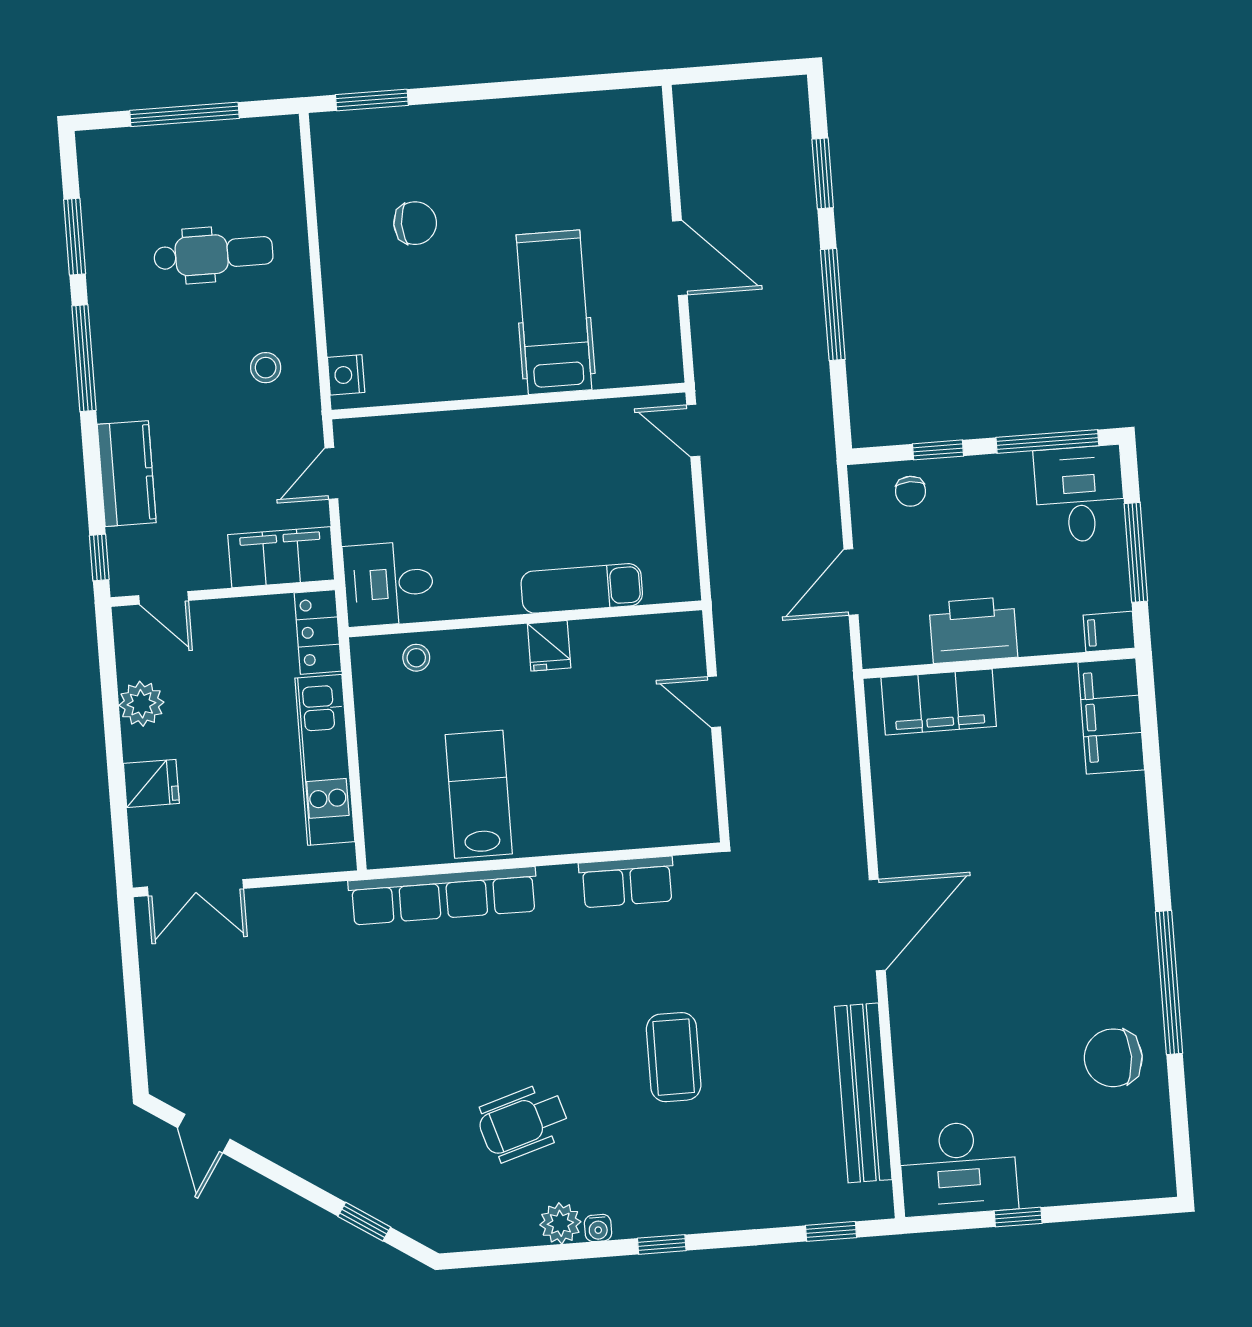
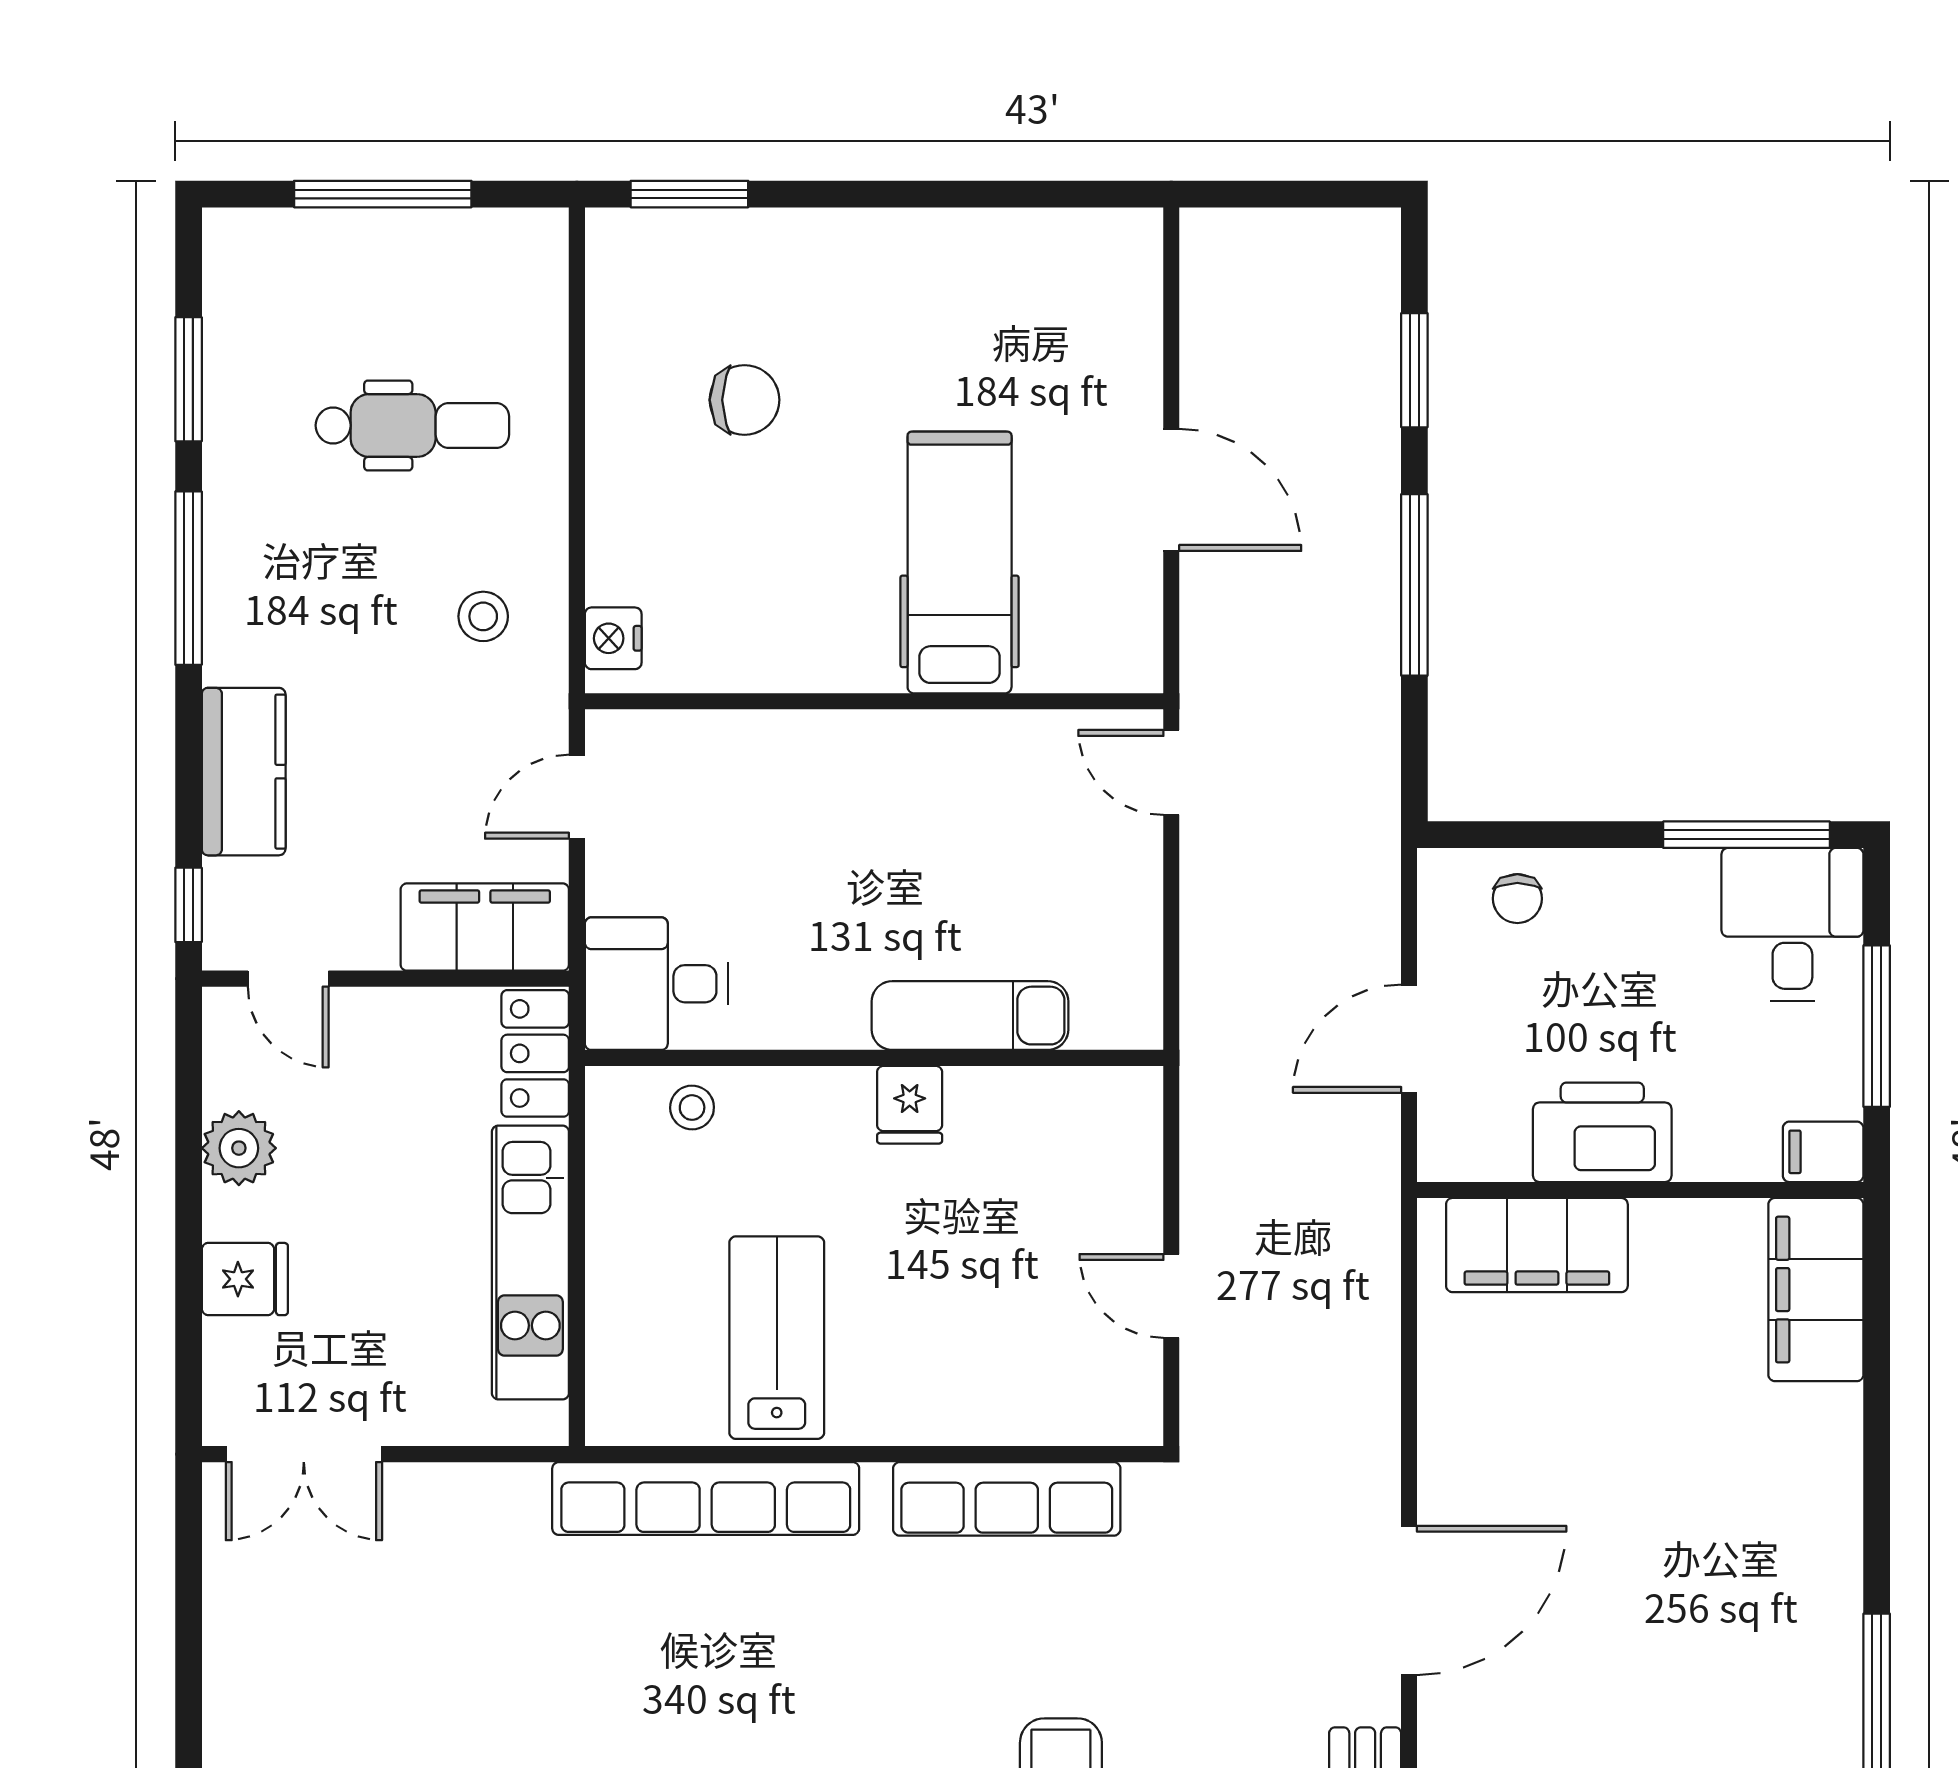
window: (938, 450) -> (1567, 835), removed
door: (714, 702) -> (1171, 1296), moved
row of seats: (627, 882) -> (1007, 1499), width x1.48

